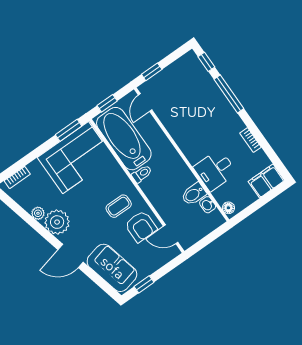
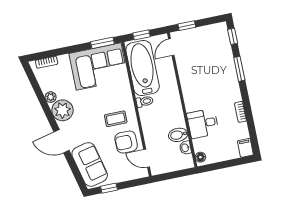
window: (229, 94) -> (239, 69), width x0.69
filing cabinet: (266, 181) -> (245, 148), width x0.50
armchair: (141, 226) -> (126, 142), turned 90

